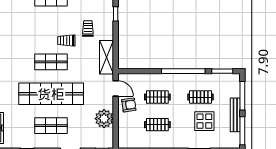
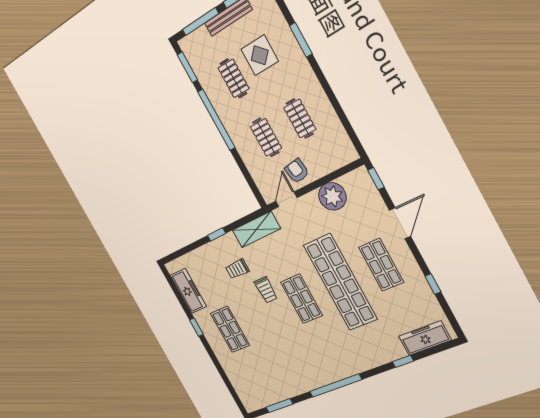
window: (116, 14) -> (217, 234), moved

